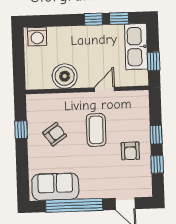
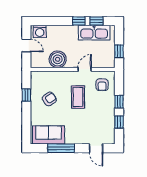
kitchen sink: (136, 47) -> (94, 33), moved, turned -90
door: (18, 58) -> (26, 45), added
armchair: (130, 151) -> (102, 85), moved
window: (74, 205) -> (61, 148), width x0.68

